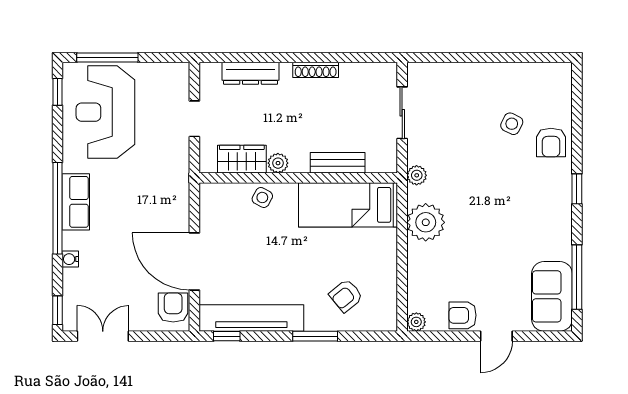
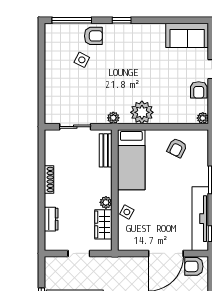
dresser: (251, 73) -> (51, 219), width x0.70
bench: (338, 163) -> (106, 150), moved
window: (577, 277) -> (72, 20), moved
armchair: (346, 296) -> (177, 148), moved, turned 66

